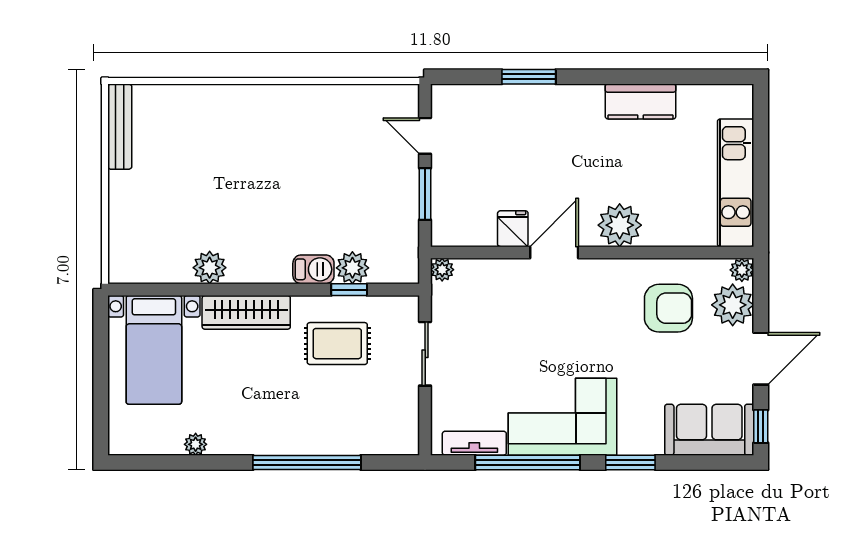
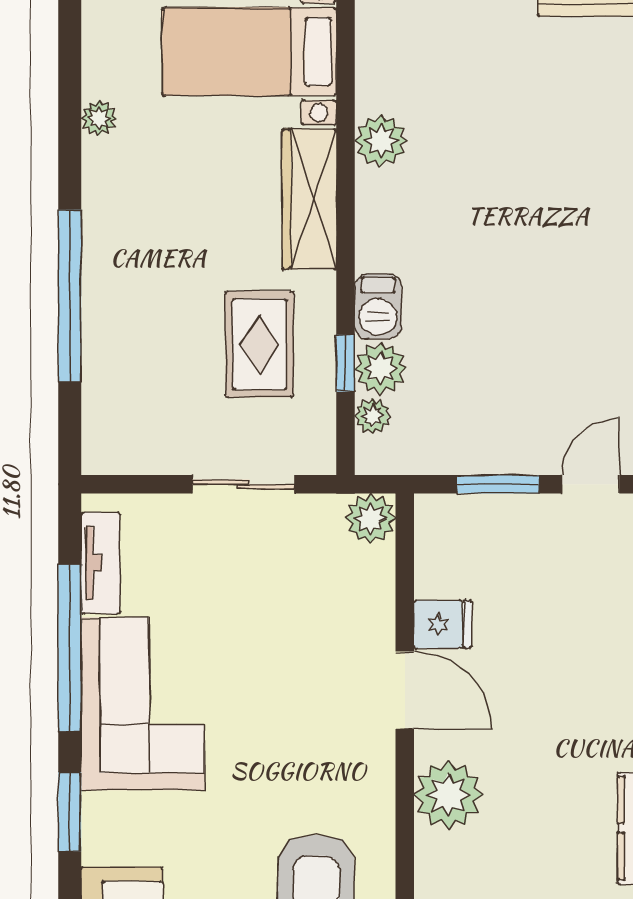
plant: (442, 270) -> (371, 519), width x1.38, depth x1.38
plant: (382, 273) -> (373, 416), added

